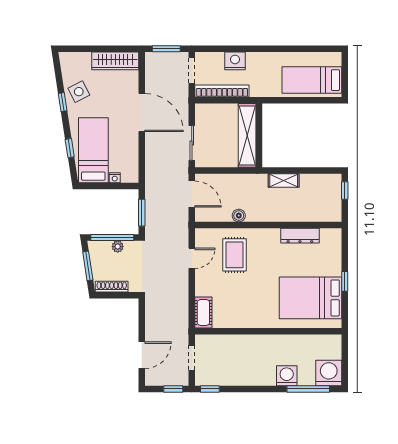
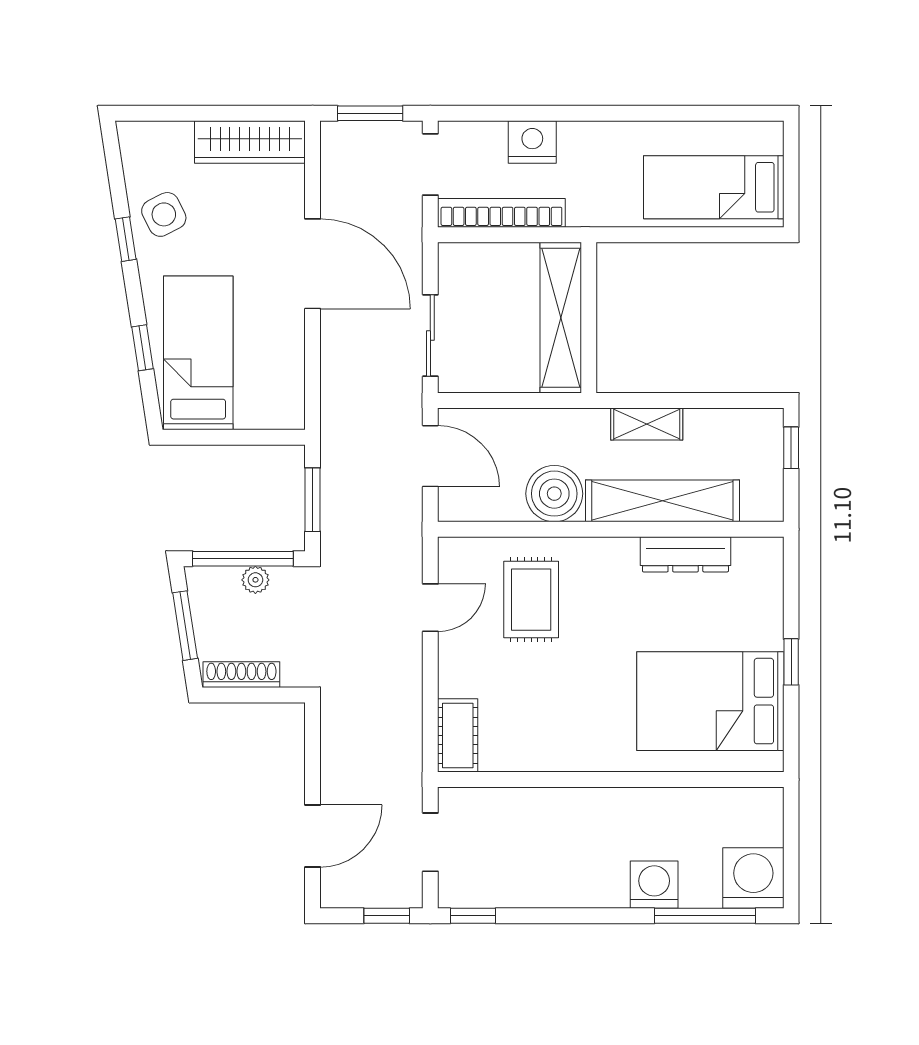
nightstand: (115, 178) -> (249, 418), removed
shelving: (290, 213) -> (662, 501), added
boiler: (239, 216) -> (554, 494), width x1.86, depth x1.86

